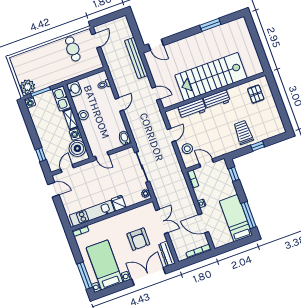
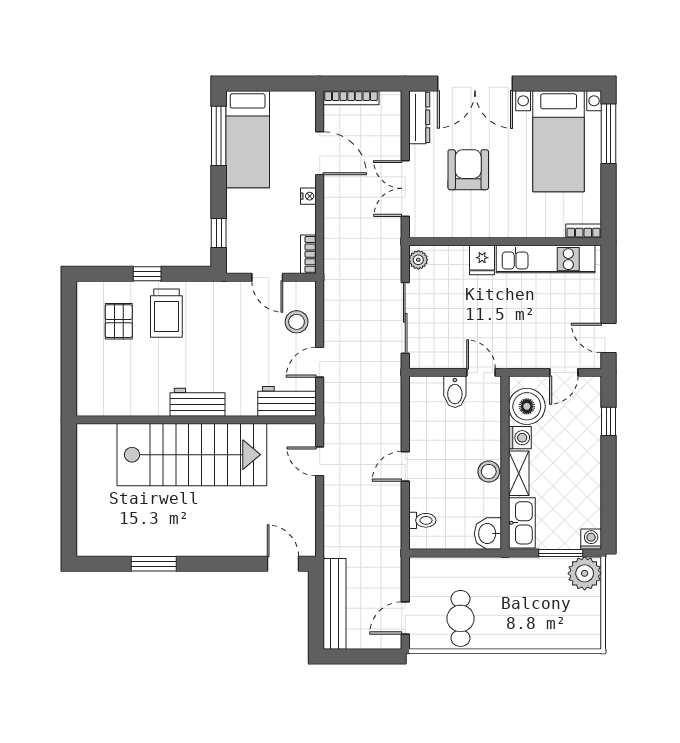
bench: (136, 58) -> (335, 604), moved
pallet: (256, 94) -> (119, 321), moved
workbench: (192, 109) -> (287, 401), moved
bidet: (125, 138) -> (455, 392), moved

